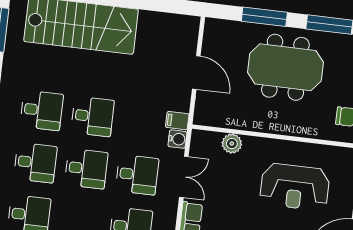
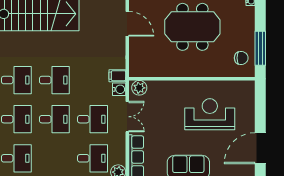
door: (196, 72) -> (127, 24), moved
plant: (232, 144) -> (139, 88), moved
reception desk: (295, 187) -> (210, 114), turned 180

